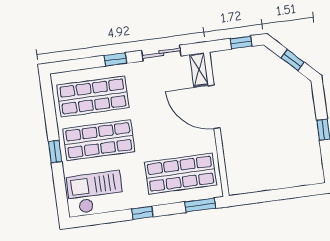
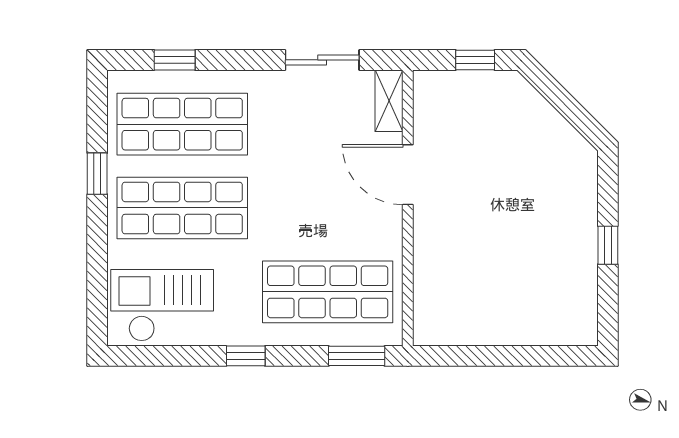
window: (115, 59) -> (175, 60), moved
window: (293, 60) -> (568, 106), removed
door: (214, 107) -> (408, 175), width x0.73
window: (55, 152) -> (97, 174), moved

